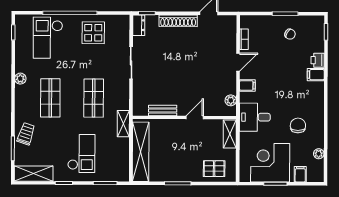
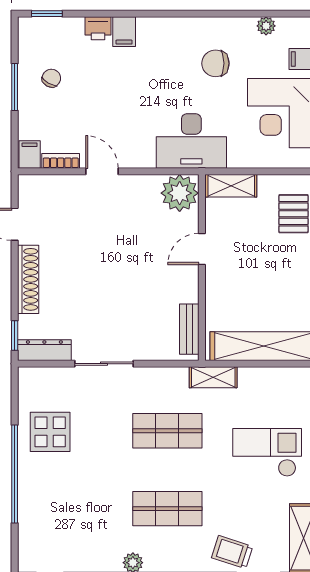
dresser: (139, 25) -> (44, 350), width x1.44
checkout: (48, 38) -> (59, 513), removed
filing cabinet: (247, 86) -> (30, 155), moved
plant: (231, 100) -> (180, 193), width x1.88, depth x1.88
bench: (163, 110) -> (189, 329), moved
desk: (255, 117) -> (191, 141), width x1.37
door: (195, 118) -> (202, 249), hinge flipped

